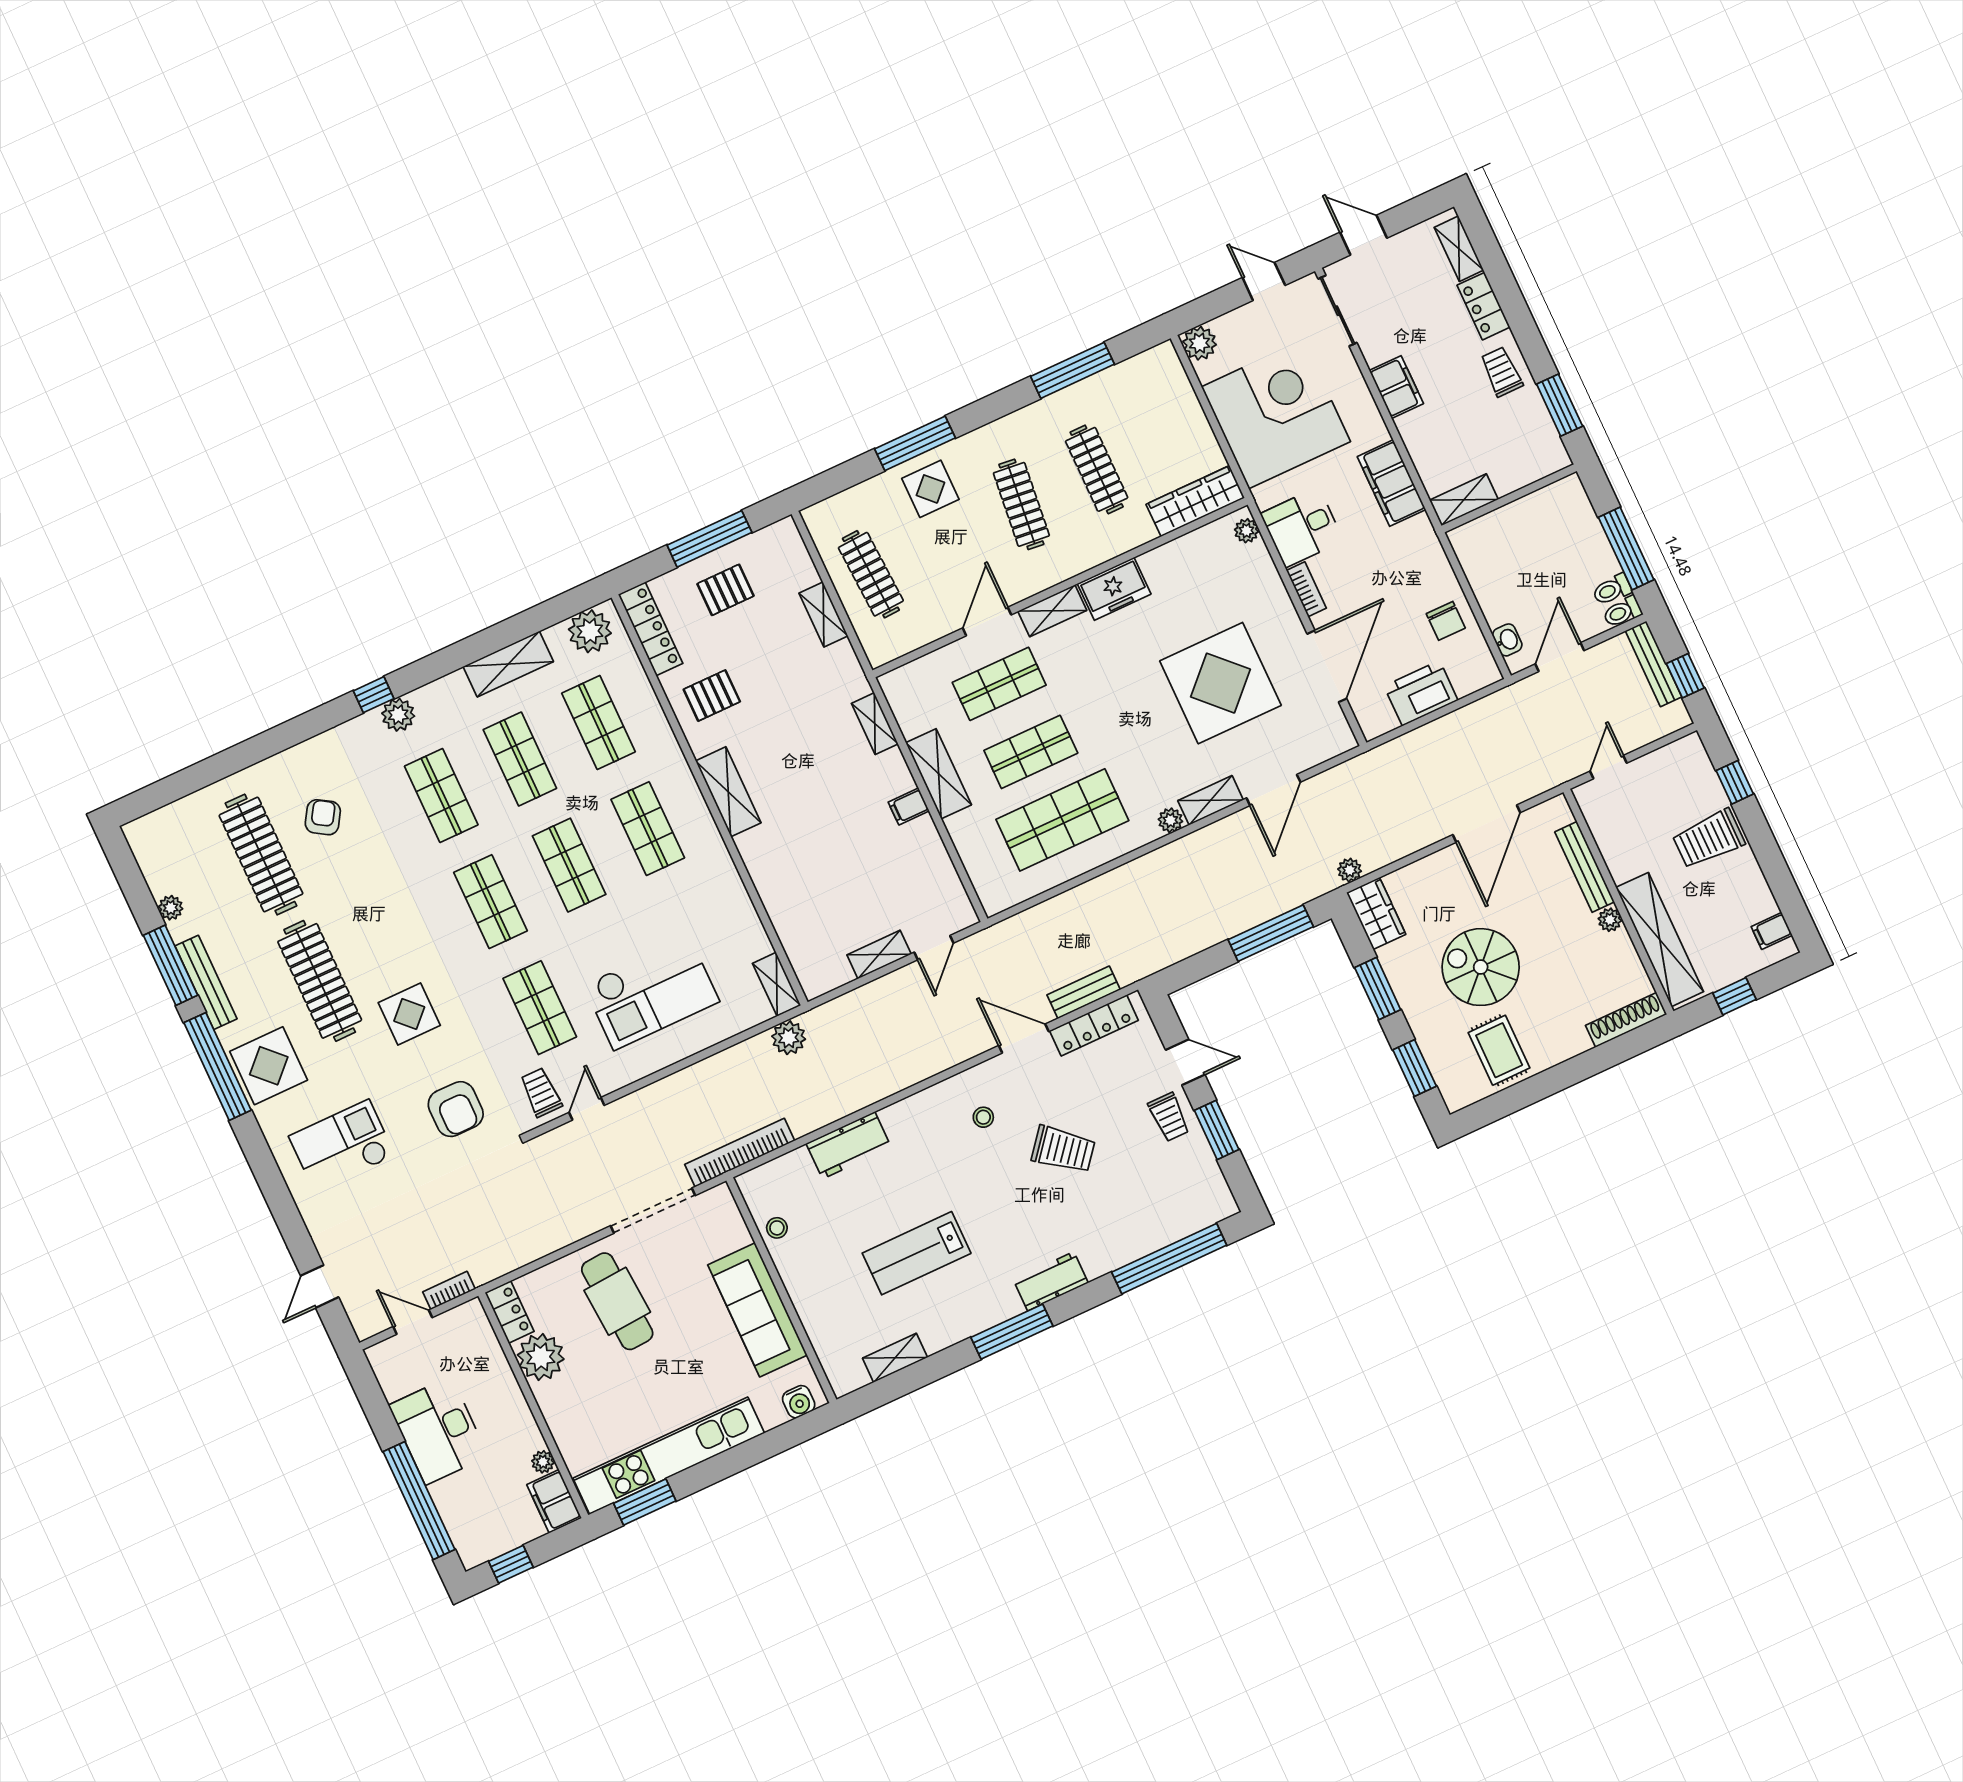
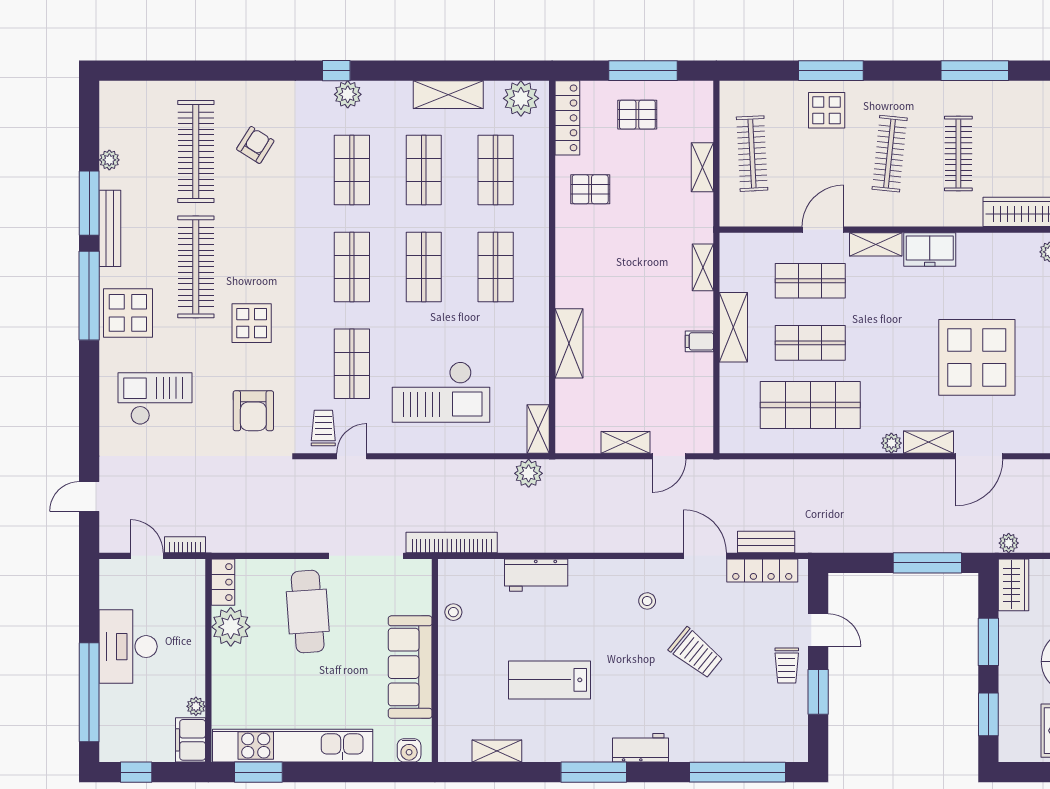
shelving: (728, 792) -> (569, 343), moved

